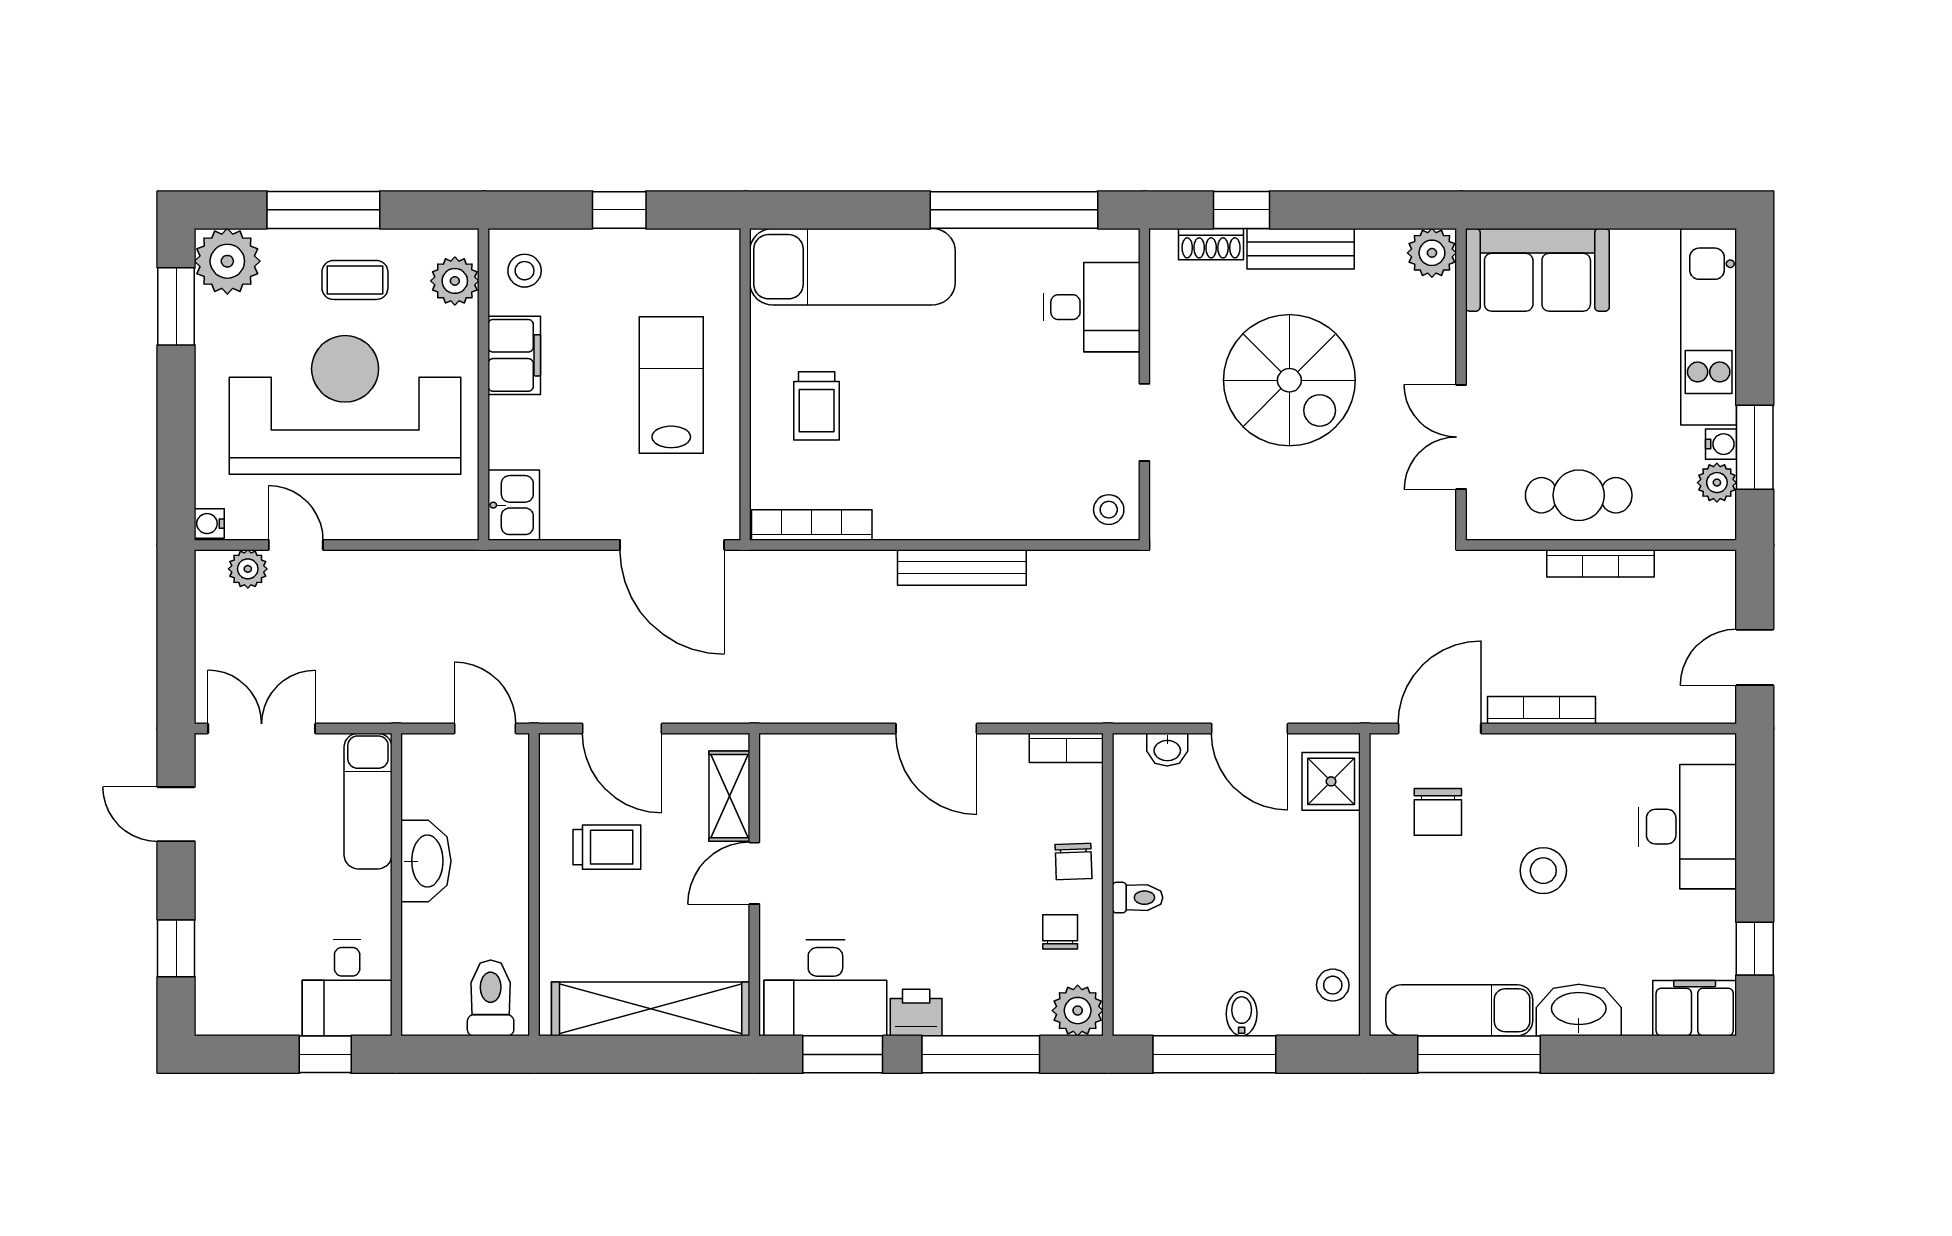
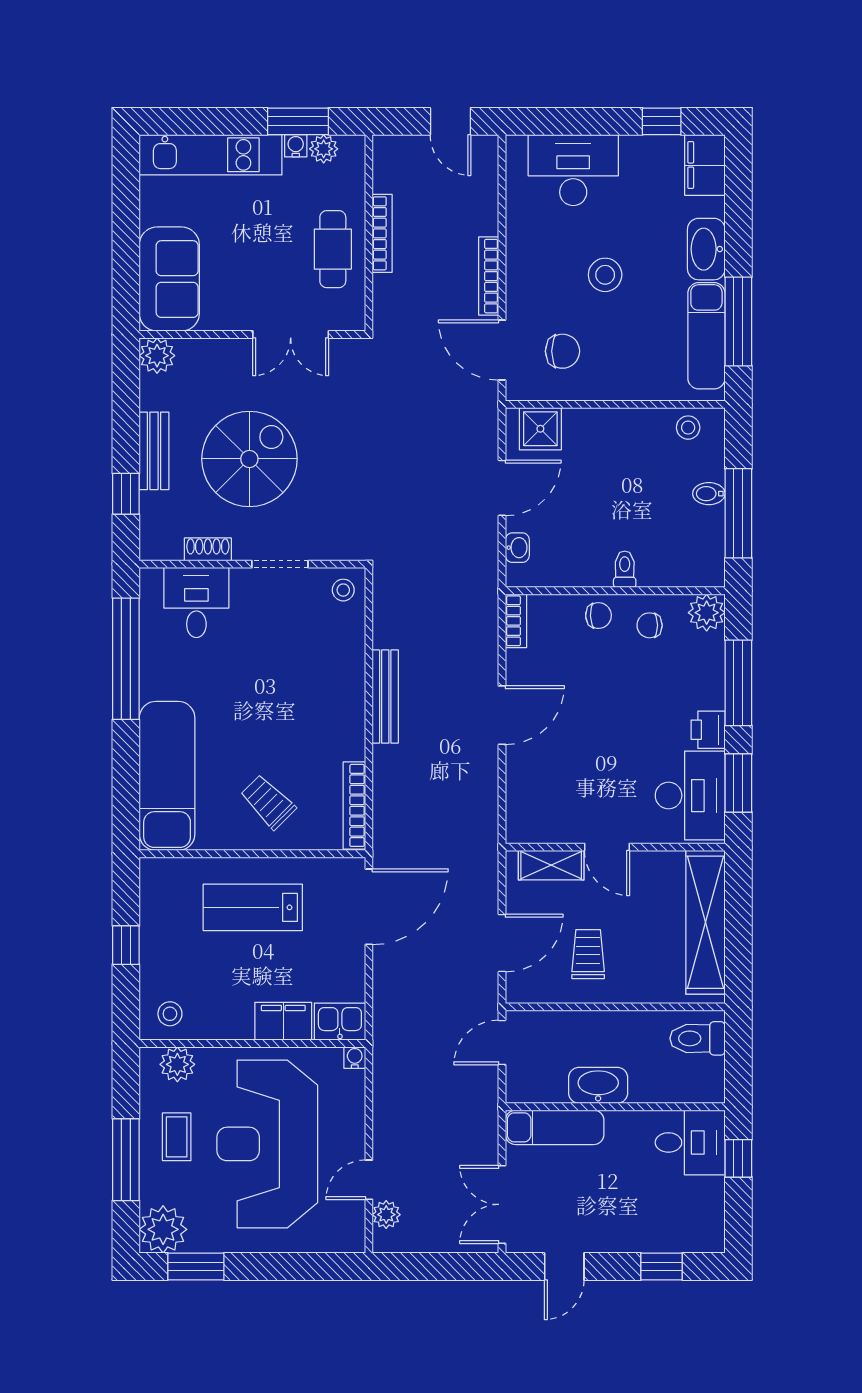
shoe rack: (1211, 244) -> (208, 549), moved, turned -90
filing cabinet: (514, 355) -> (283, 1021), moved
trolley: (817, 406) -> (268, 802), turned -135
water cooler: (209, 524) -> (355, 1058), moved, turned 180

